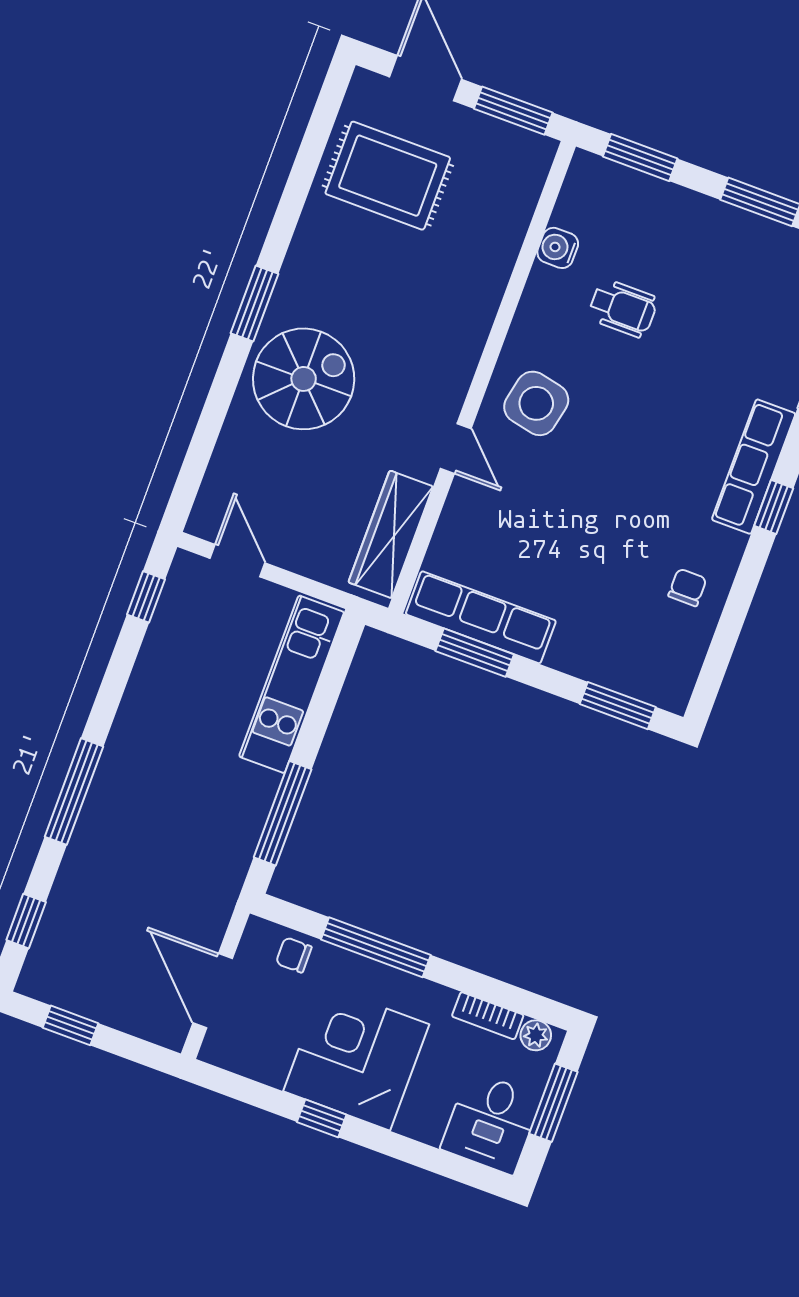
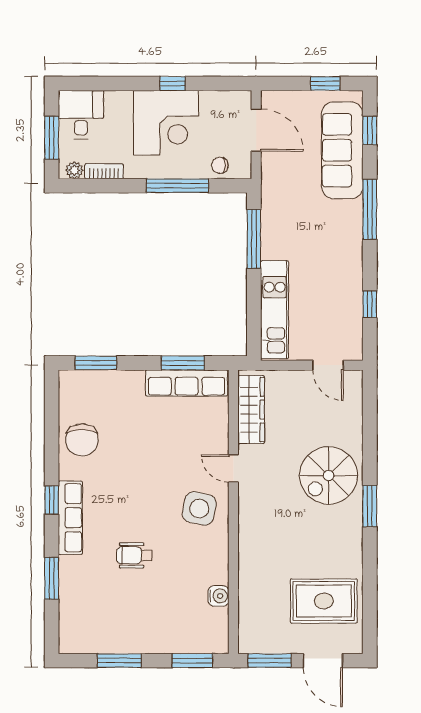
wheelchair: (623, 308) -> (134, 555), moved
chair: (687, 587) -> (82, 440), width x1.87, depth x1.87
window: (146, 597) -> (370, 304), moved
sofa: (83, 905) -> (342, 150), added
chair: (294, 955) -> (220, 165), turned 180

